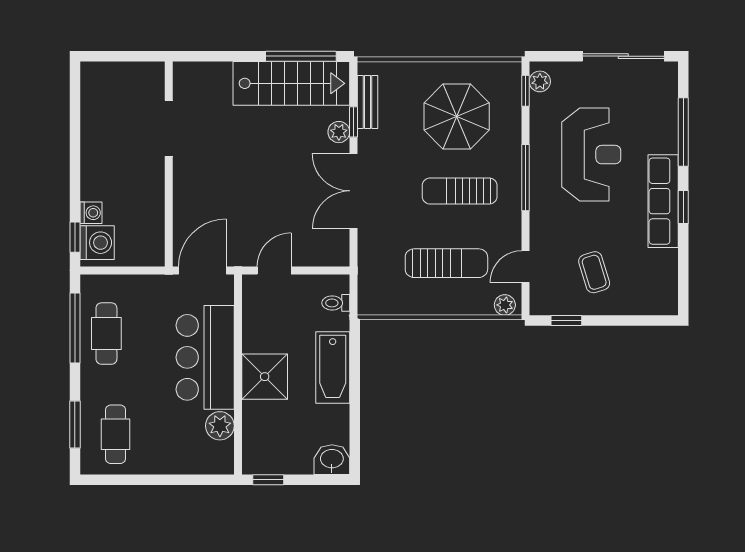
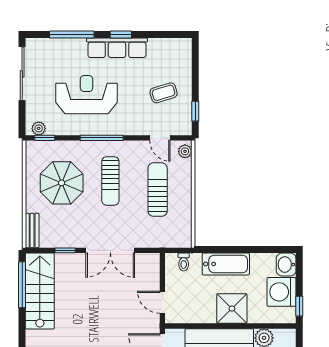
bench: (367, 102) -> (32, 230), moved, turned 90
plant: (339, 132) -> (72, 260), removed
washing machine: (290, 452) -> (281, 292), added

